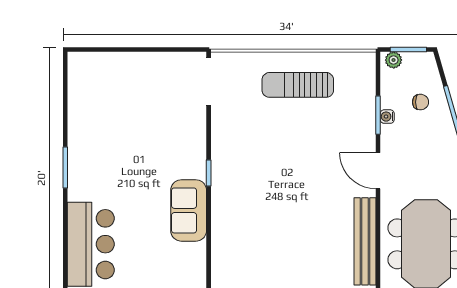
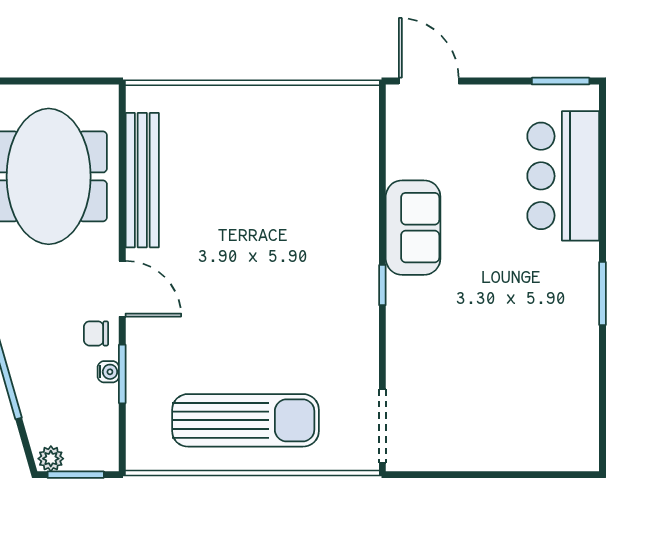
plant: (394, 60) -> (51, 459), moved
sun lounger: (298, 85) -> (245, 420), width x1.36, depth x1.34
chair: (421, 102) -> (96, 333), moved

